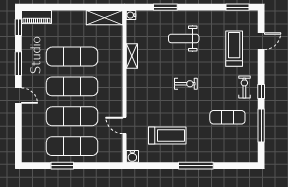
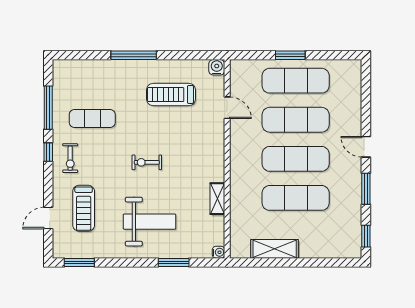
piano: (36, 17) -> (342, 250), removed
shelving: (104, 18) -> (275, 249), moved
weight bench: (184, 38) -> (150, 222), width x1.36, depth x1.33
window: (62, 166) -> (290, 55), moved

